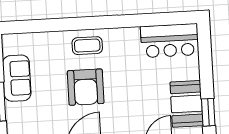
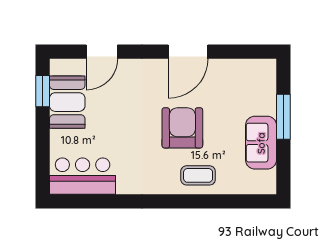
coffee table: (87, 46) -> (198, 175), moved

